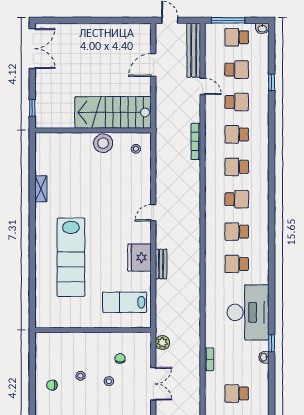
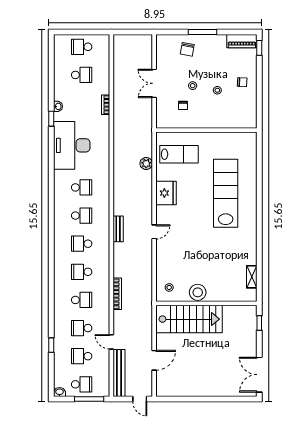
school desk: (237, 167) -> (82, 272), turned 180
shelving: (41, 189) -> (252, 277), moved
bench: (161, 264) -> (118, 229), moved
plant: (162, 343) -> (146, 164), moved

